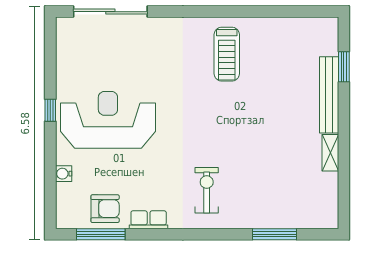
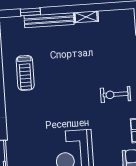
treadmill: (227, 54) -> (25, 73), moved, turned 90

